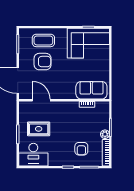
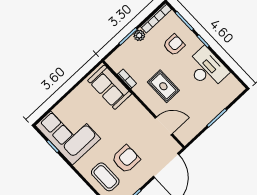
armchair: (43, 62) -> (126, 159), turned 90
door: (41, 100) -> (164, 126), swing flipped
rug: (39, 129) -> (163, 86), moved
desk: (33, 155) -> (207, 69), moved

